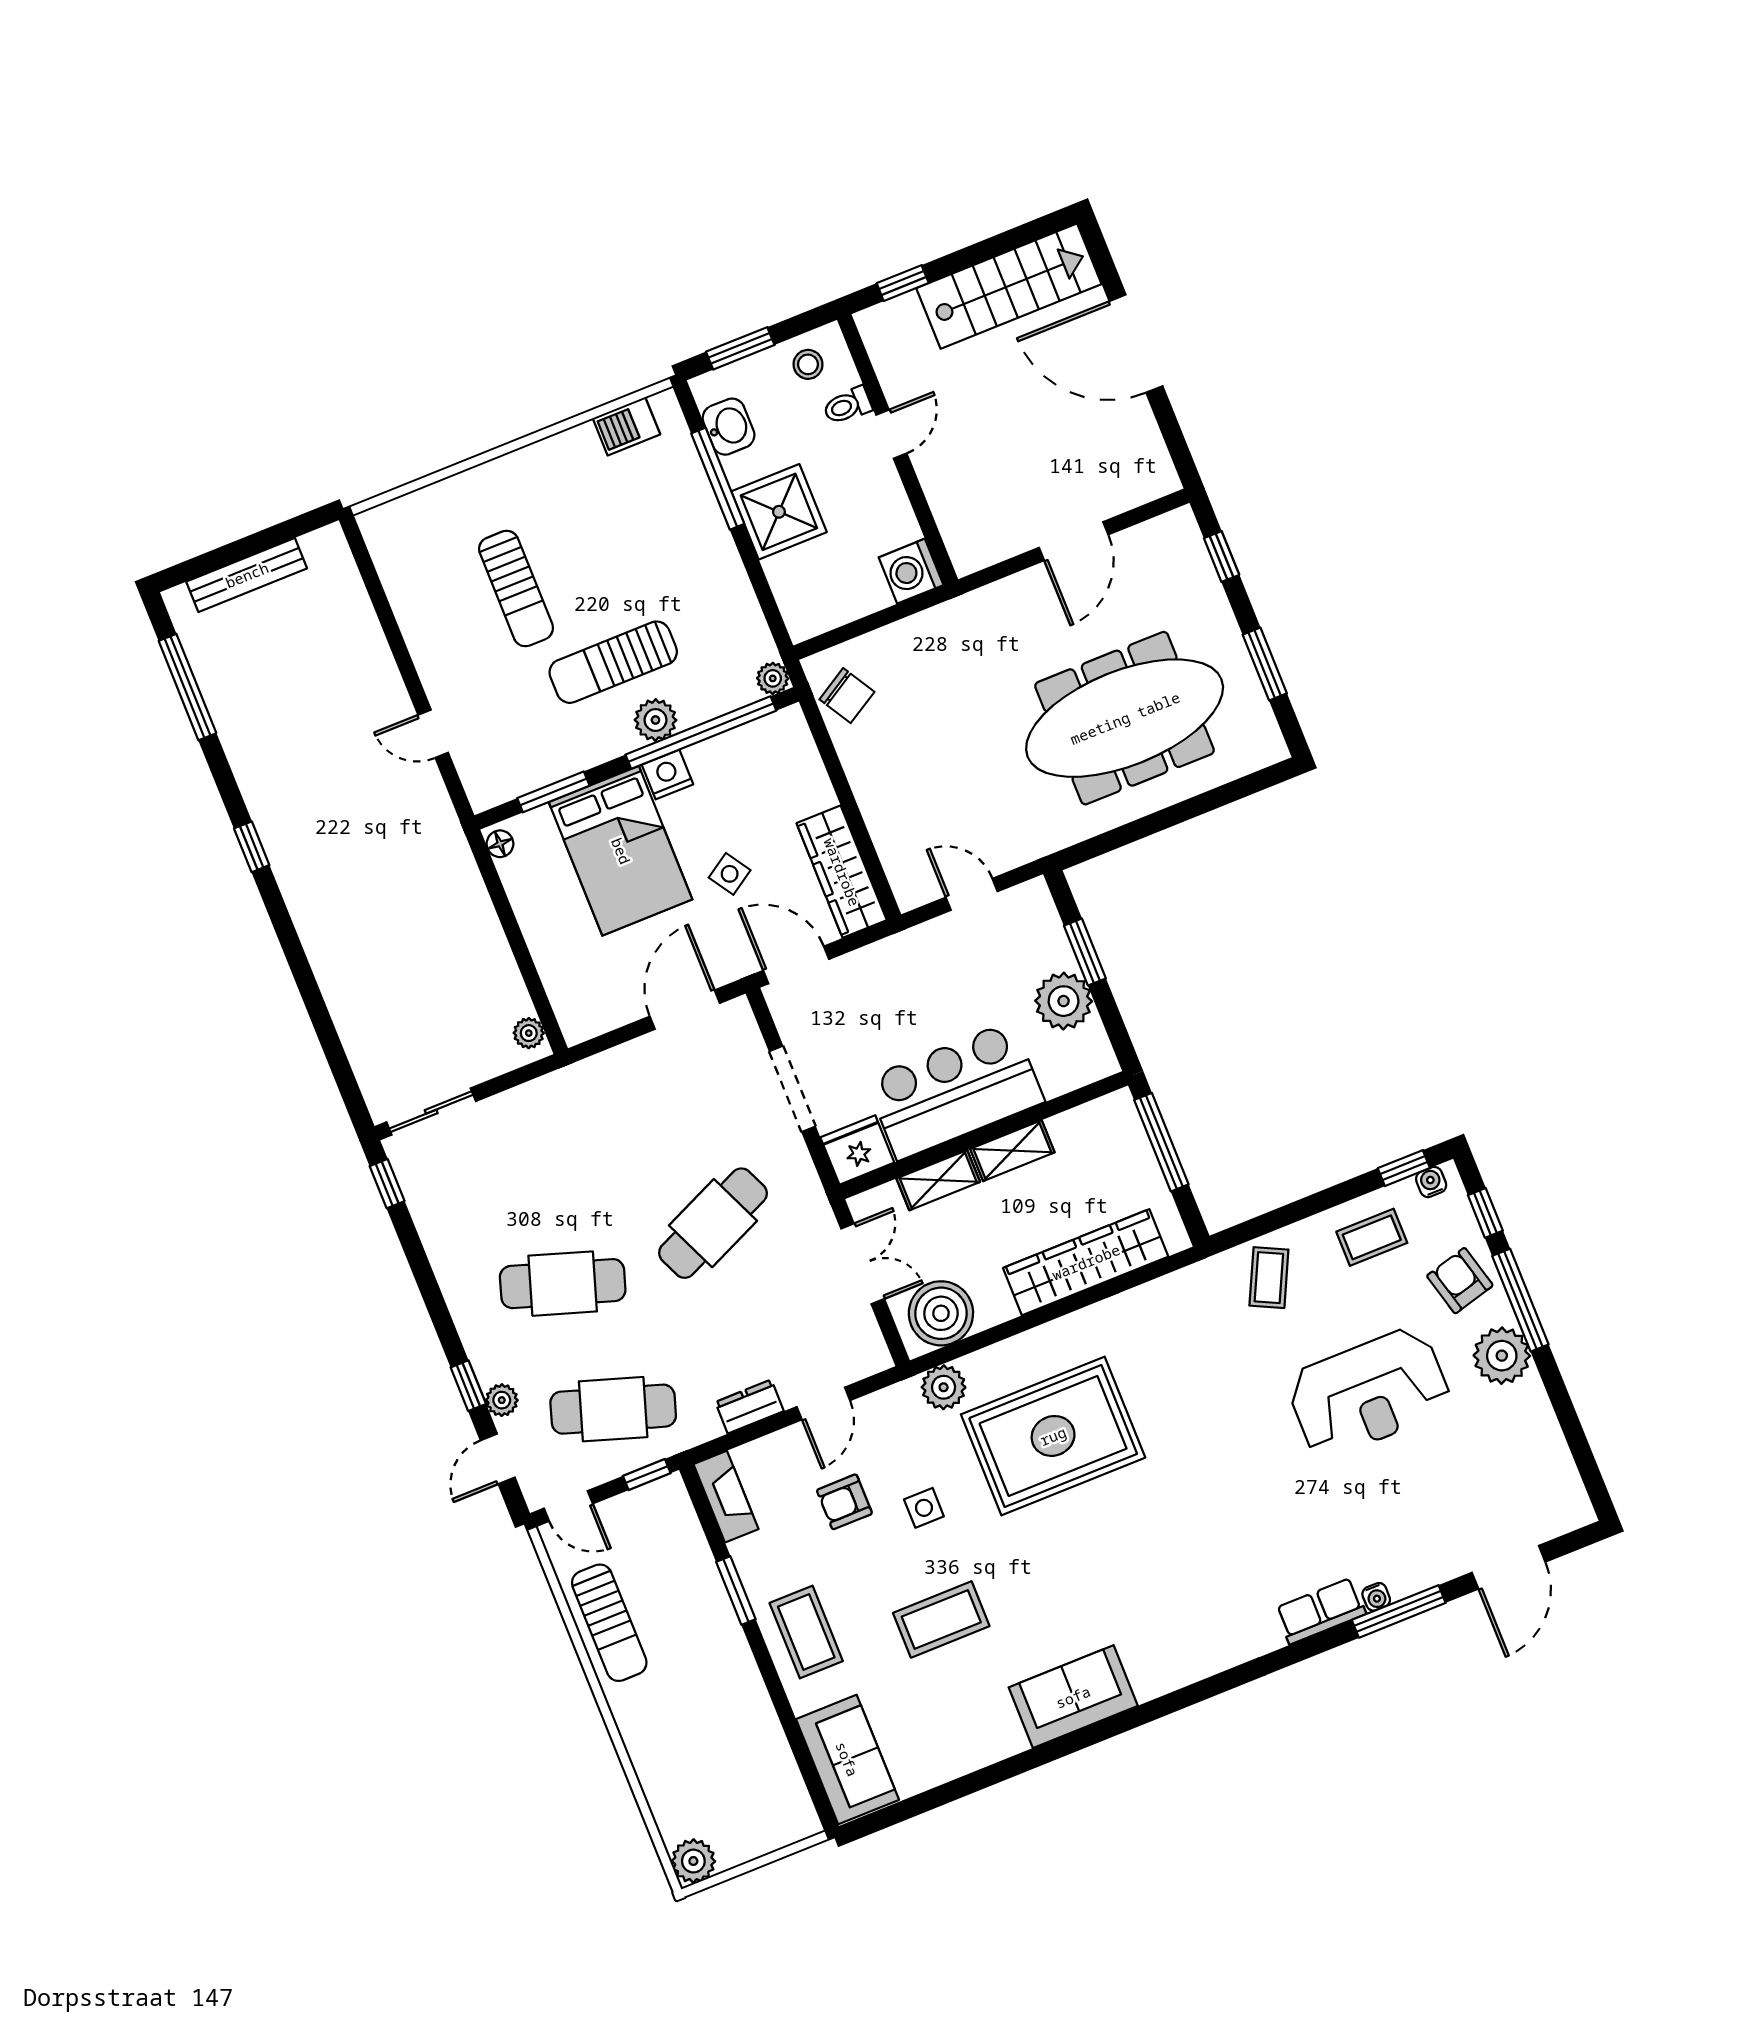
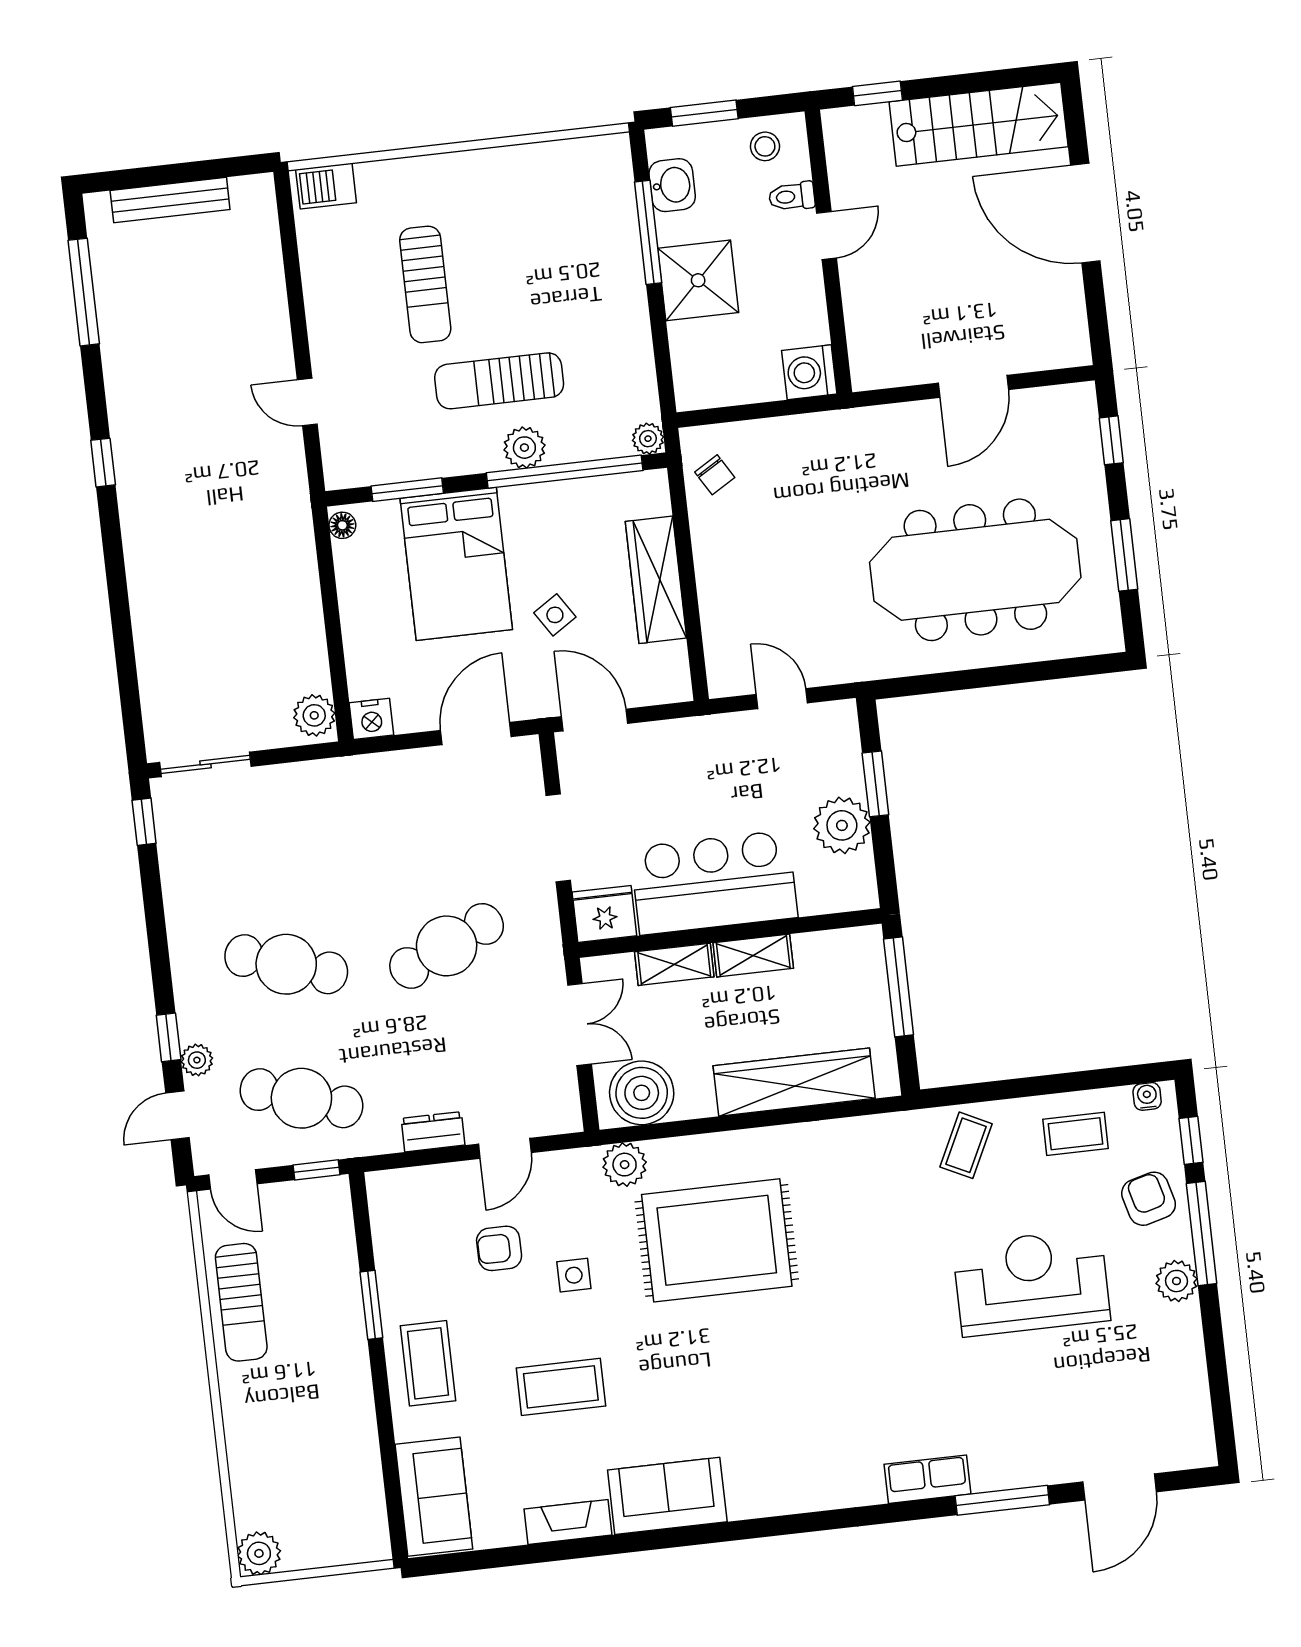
barbecue: (626, 426) -> (326, 186), moved
chair: (847, 696) -> (715, 475), width x0.73, depth x0.73
nightstand: (667, 774) -> (371, 719), moved, turned 180
wardrobe: (842, 872) -> (656, 580), moved
plant: (529, 1033) -> (314, 715), width x1.38, depth x1.38
window: (1404, 1168) -> (1125, 1076), removed
plant: (1502, 1356) -> (1177, 1281), width x0.73, depth x0.73
reception desk: (1369, 1393) -> (1031, 1282), turned 180
fireplace: (726, 1497) -> (568, 1522), moved, turned -90
water cooler: (1376, 1597) -> (985, 1480), removed

